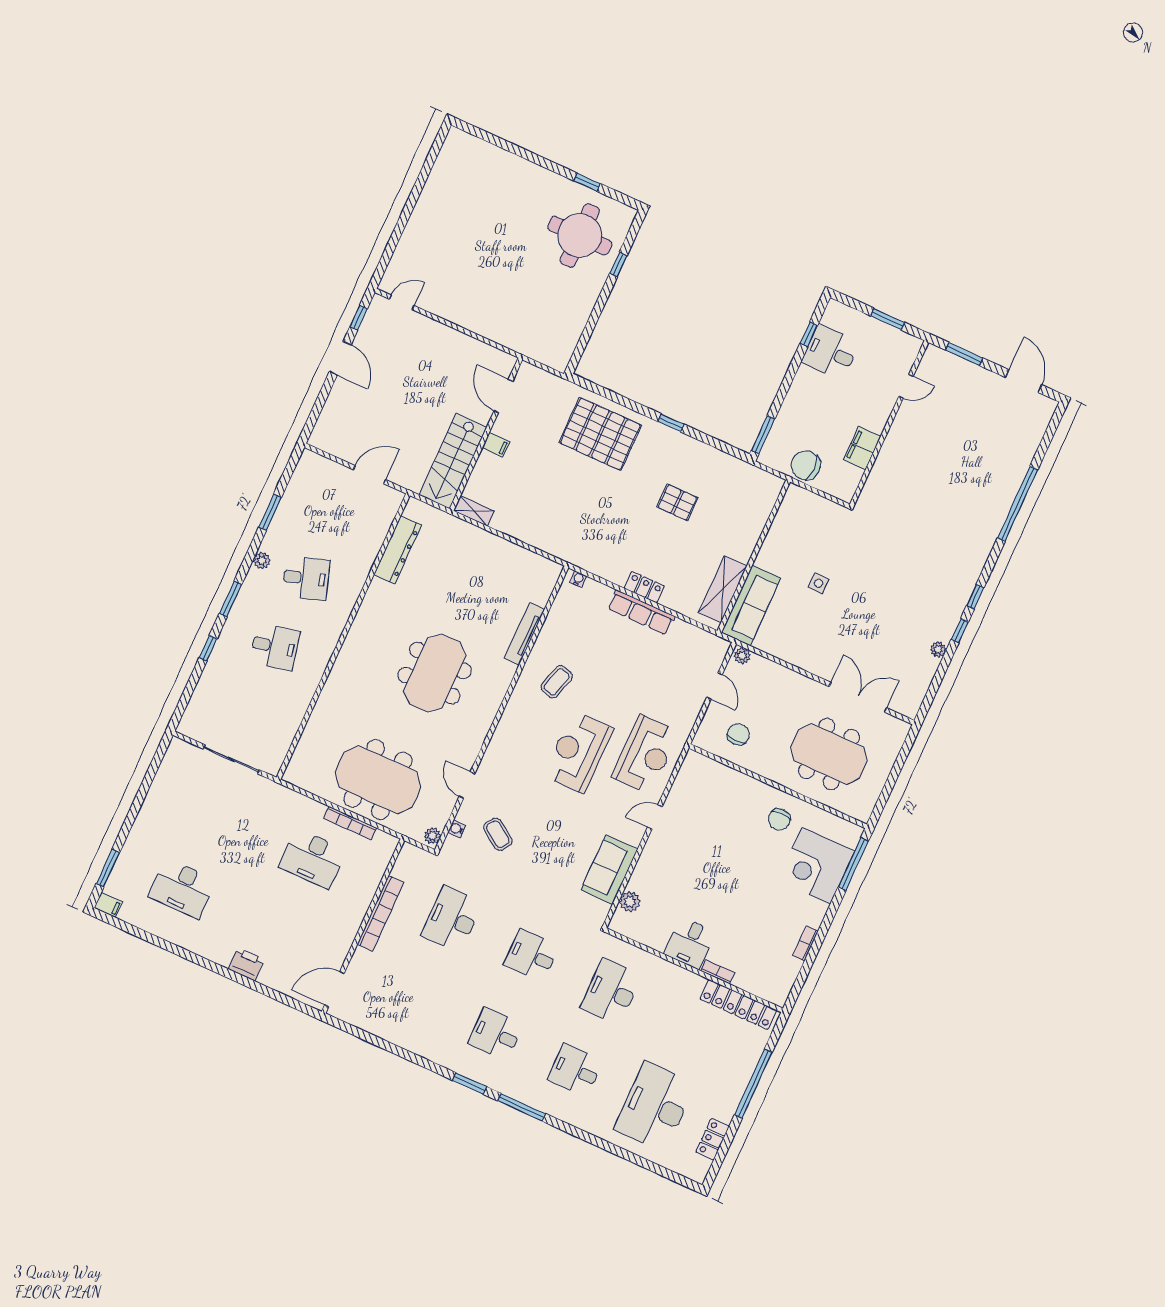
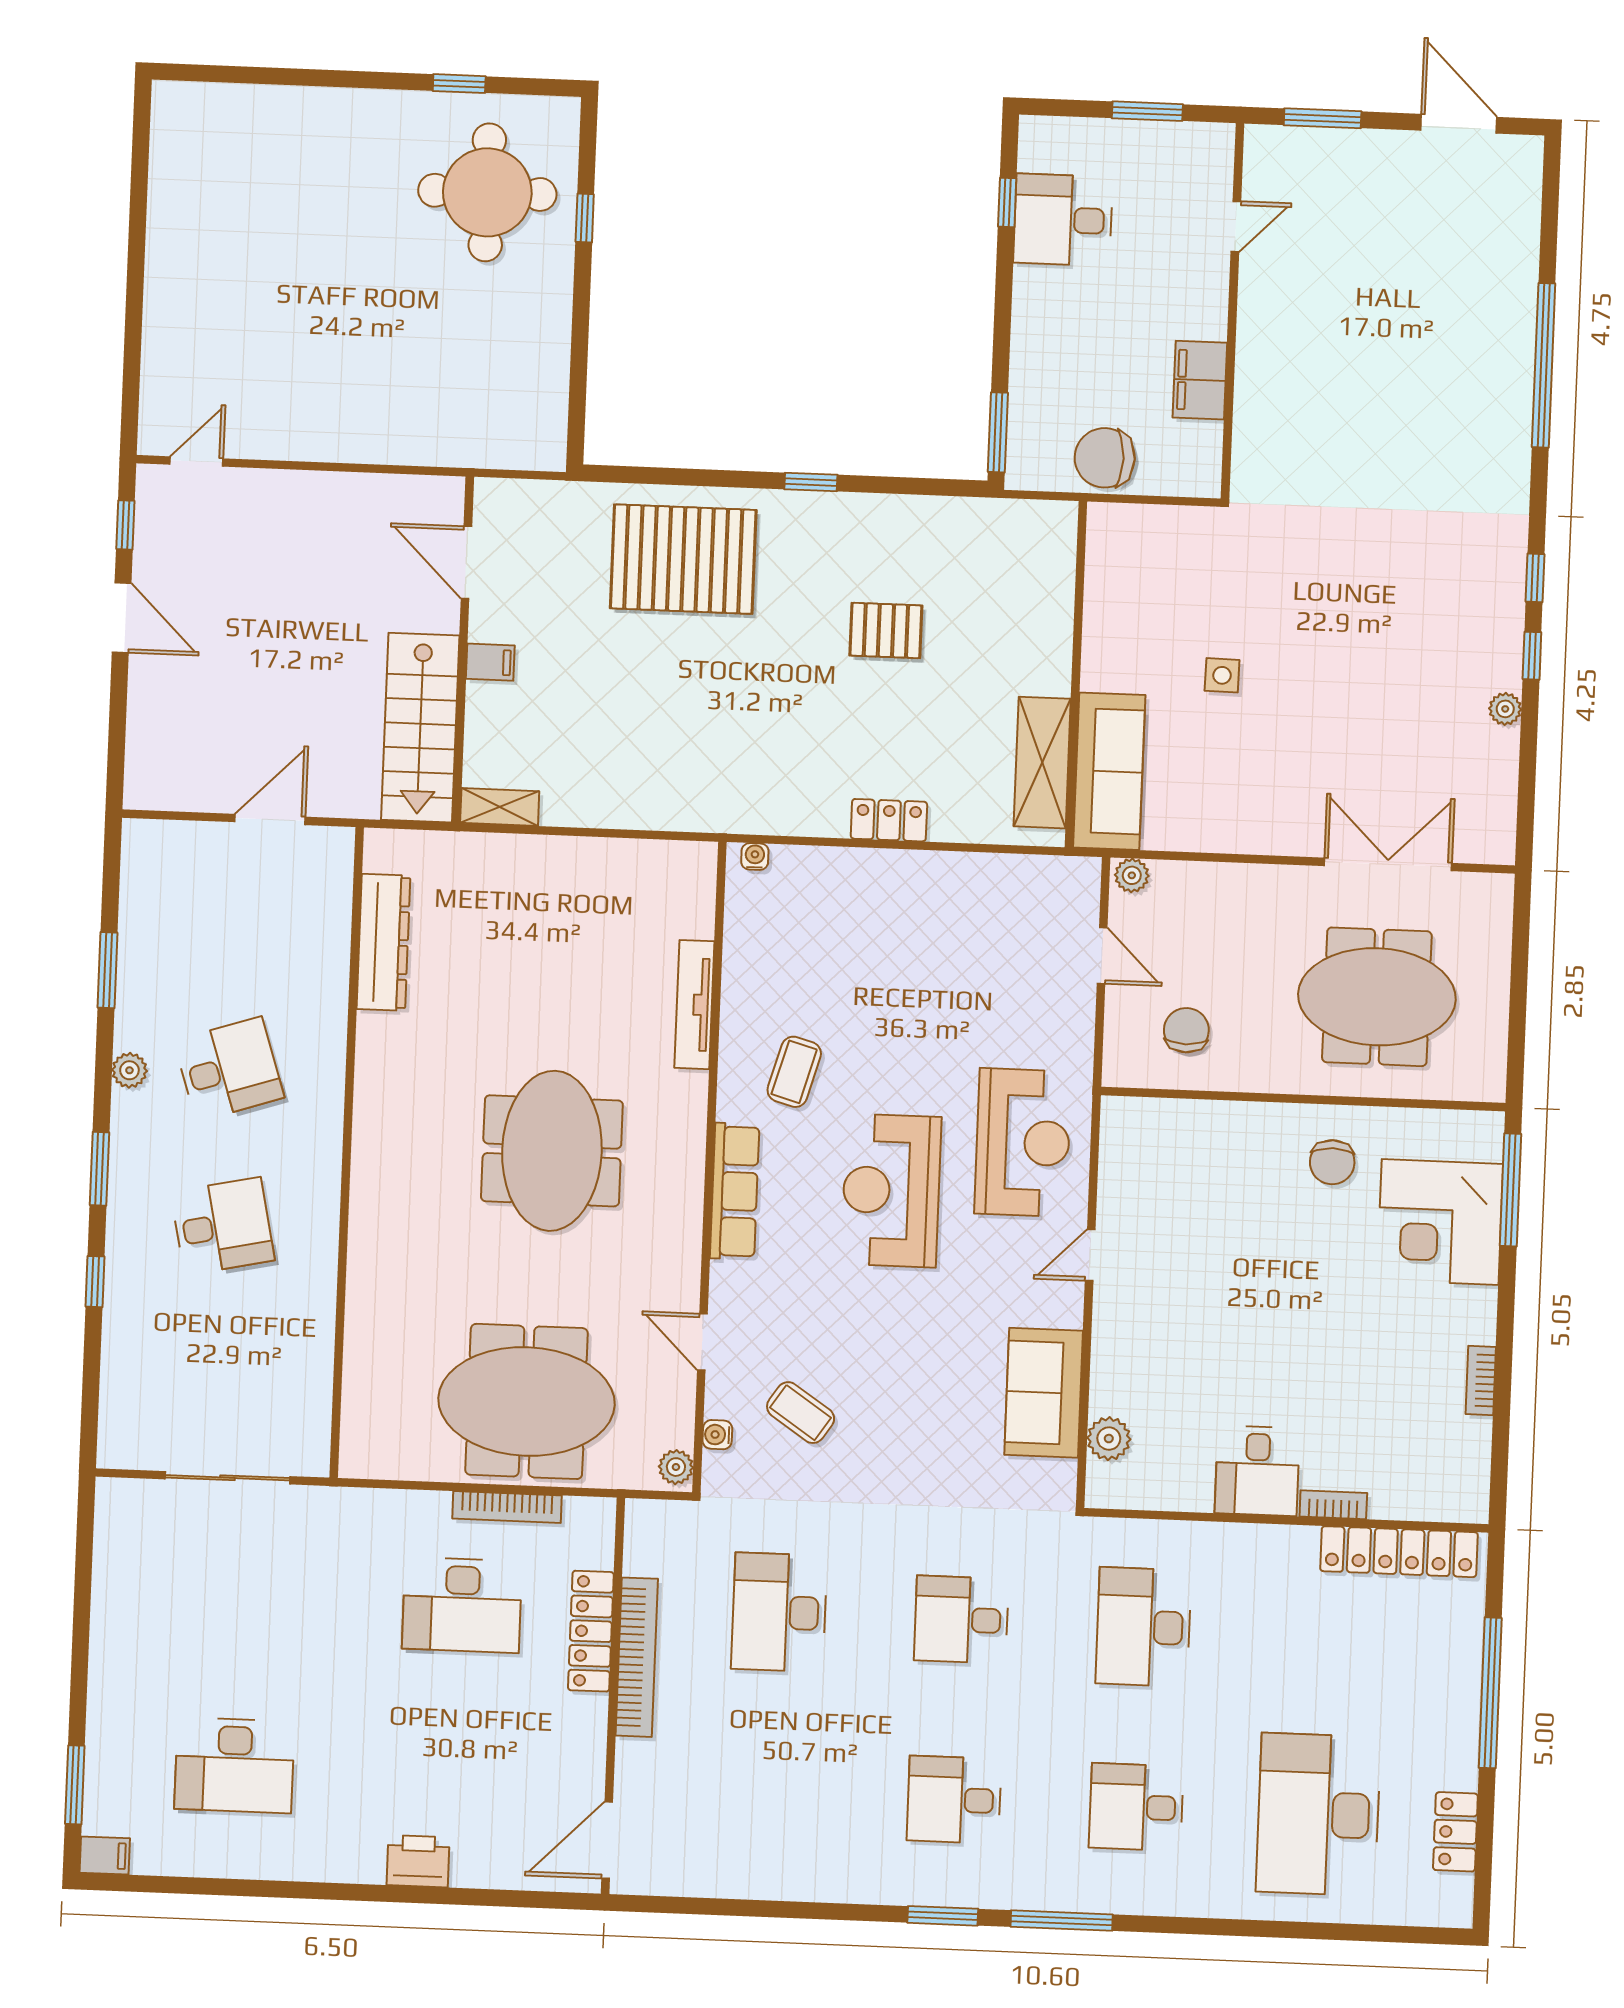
row of seats: (641, 612) -> (735, 1191), moved, turned -90
locker: (365, 893) -> (591, 1631), added

